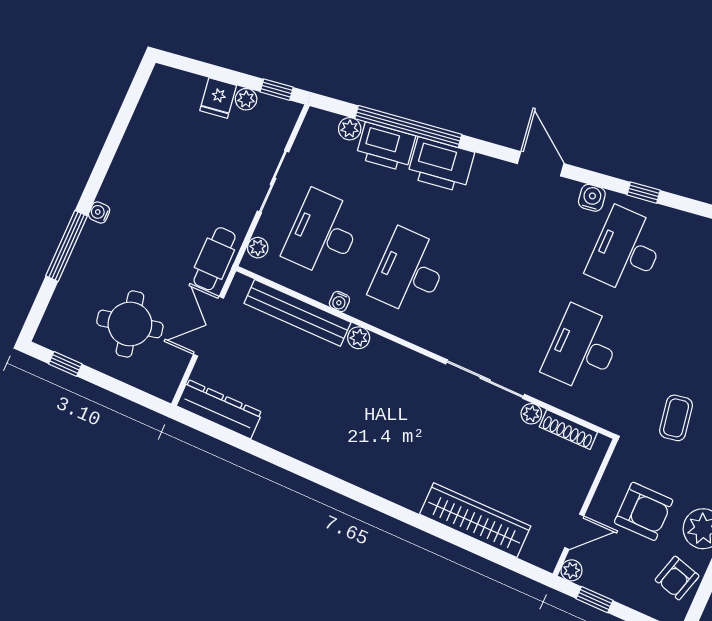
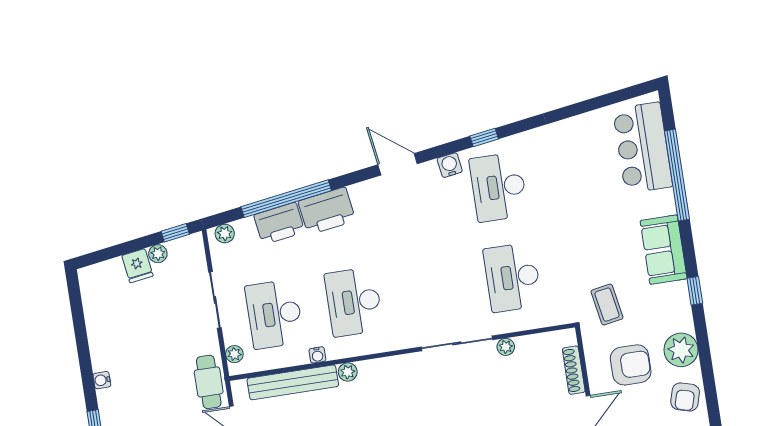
plant: (350, 129) -> (225, 234), moved
water cooler: (99, 213) -> (102, 380), moved
coffee table: (676, 418) -> (607, 305), moved
shoe rack: (568, 430) -> (574, 370), moved, turned 90

